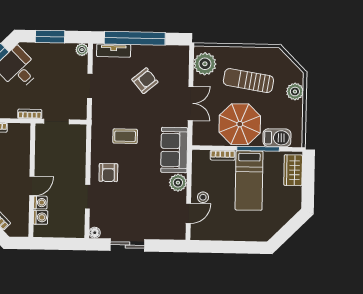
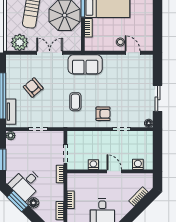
plant: (178, 183) -> (110, 61), removed
washing machine: (40, 203) -> (93, 165), moved

